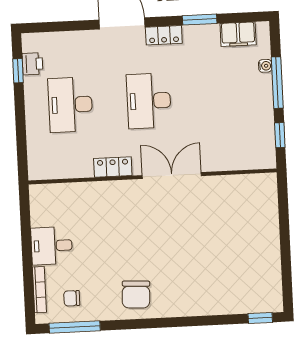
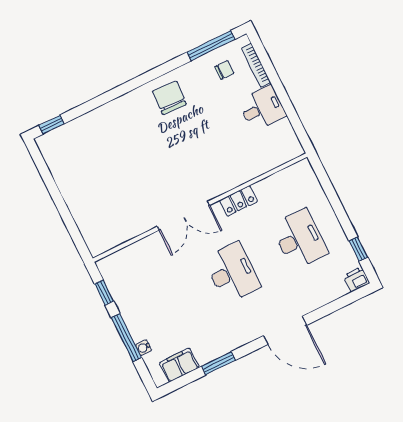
locker: (164, 35) -> (244, 336), removed
printer: (32, 64) -> (356, 279), moved, turned 90

